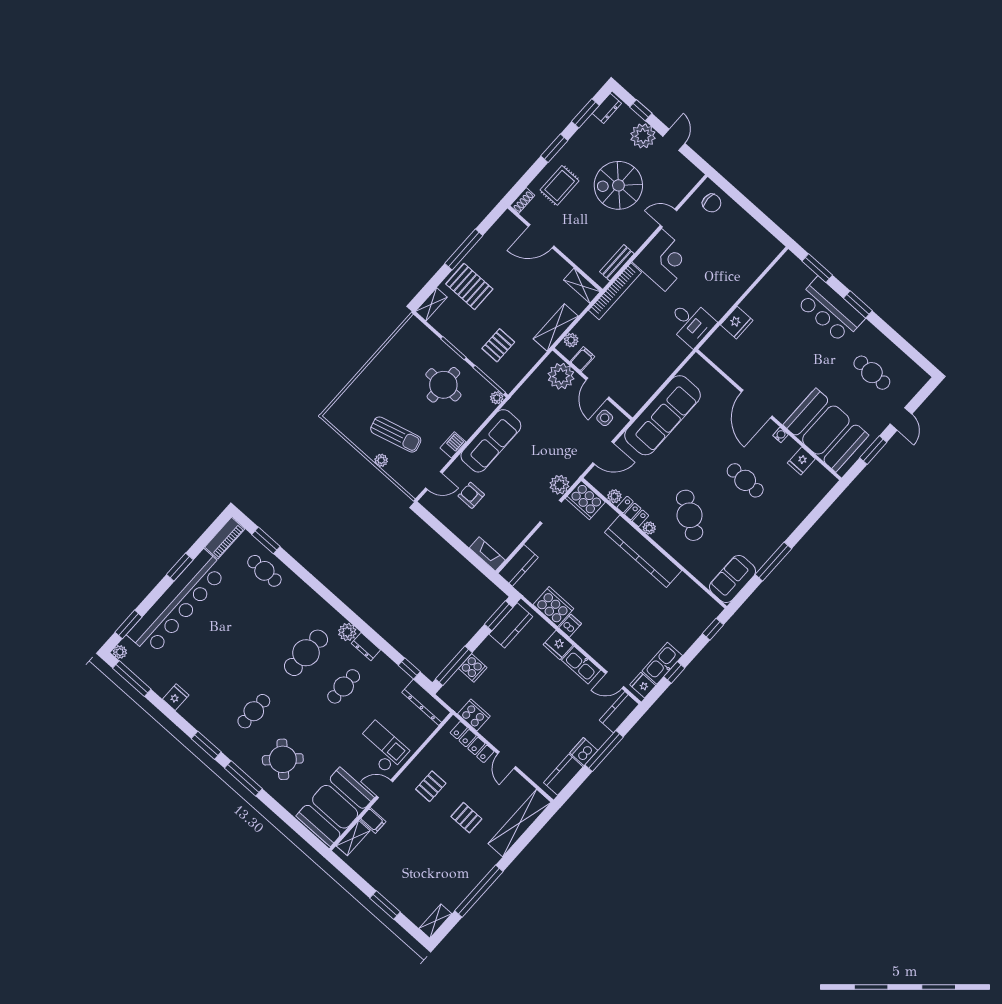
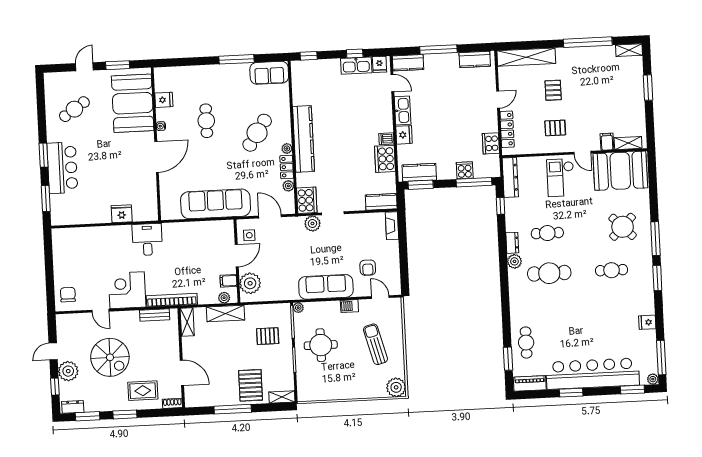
cafe table: (872, 373) -> (74, 109), turned 56
plant: (381, 460) -> (396, 387), moved, width x1.88, depth x1.88
dishwasher: (584, 752) -> (450, 61), removed

